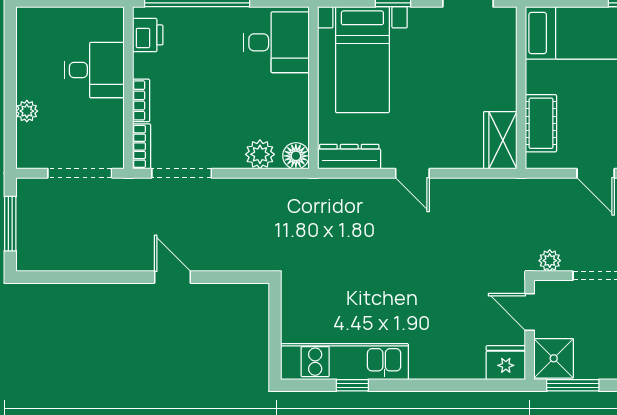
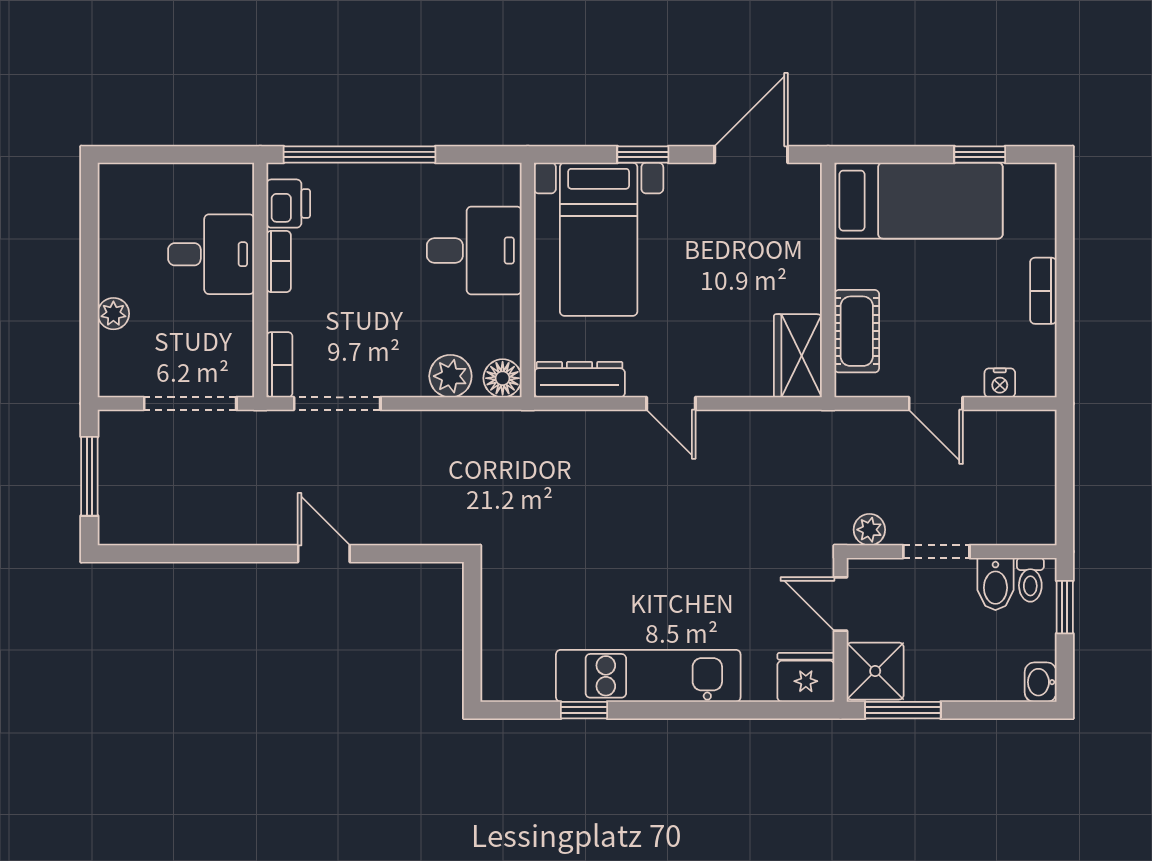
desk: (276, 42) -> (474, 250), moved
bookcase: (141, 100) -> (279, 261), moved
kitchen unit: (344, 362) -> (648, 676), moved

